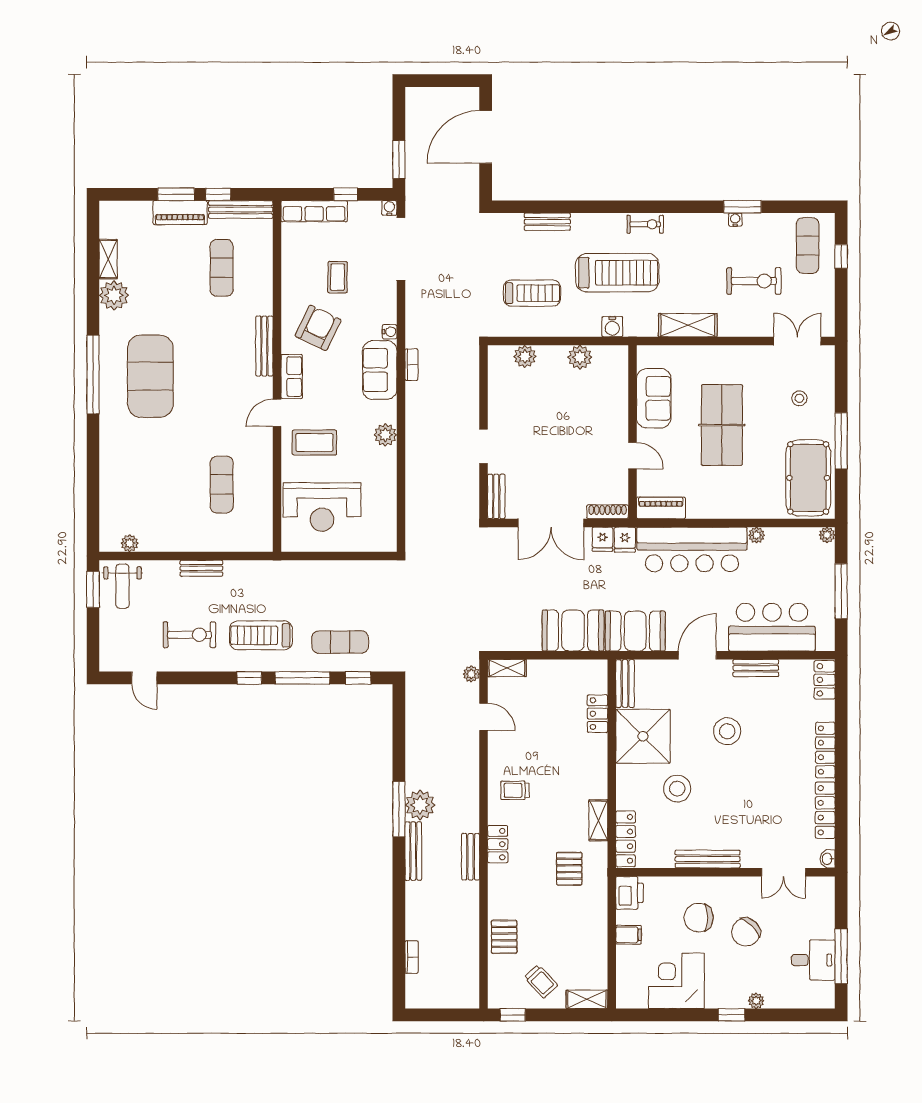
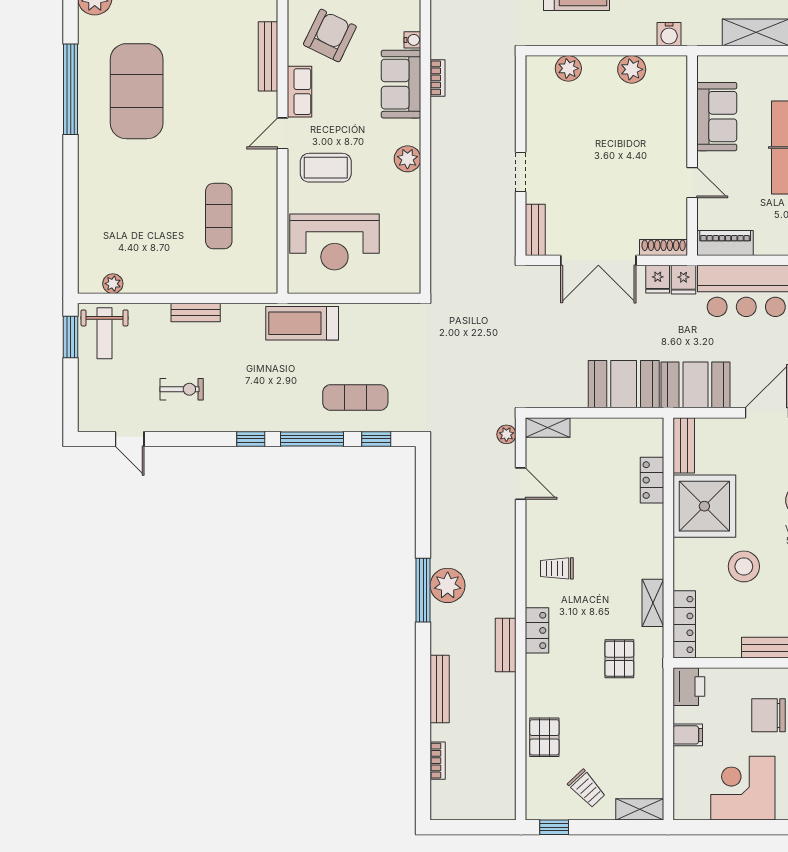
exercise bike: (189, 635) -> (182, 389), width x0.73, depth x0.72
treadmill: (261, 635) -> (302, 323), moved
bench: (413, 851) -> (440, 689), moved

